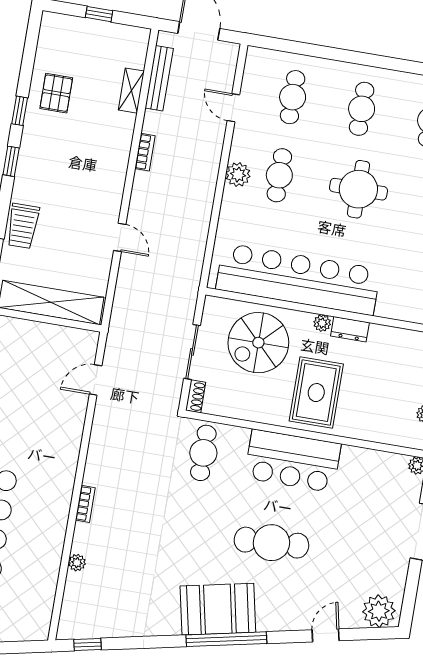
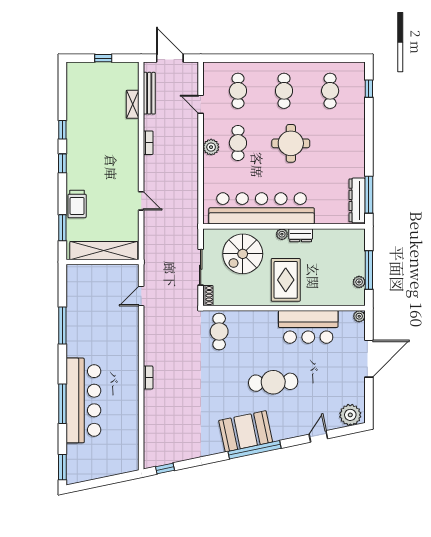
pallet: (56, 93) -> (84, 114), removed
bar counter: (293, 461) -> (308, 327), moved
plant: (77, 563) -> (149, 417), removed

